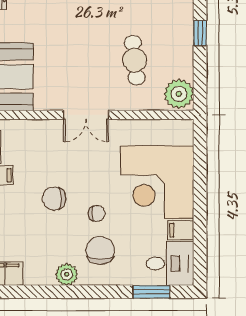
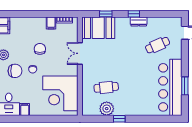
plant: (179, 94) -> (107, 109), moved
double door: (86, 115) -> (80, 53), moved
corner desk: (157, 182) -> (60, 93), moved, turned -90

